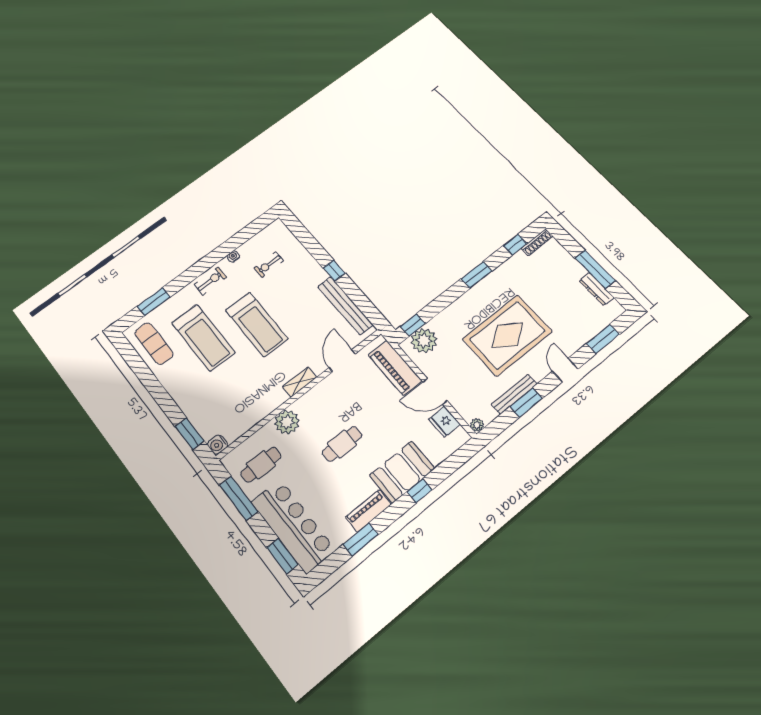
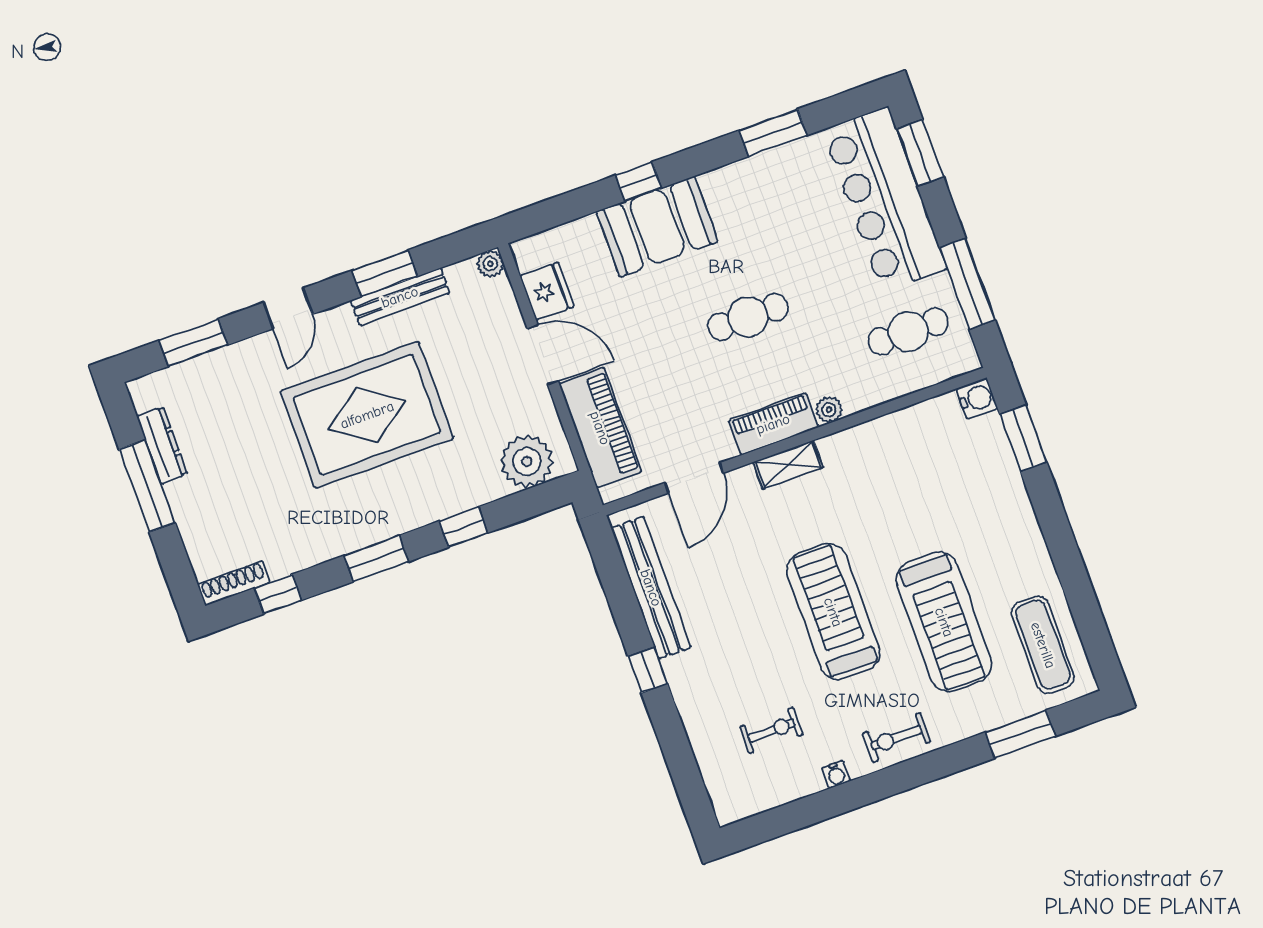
window: (413, 325) -> (464, 527), moved
treadmill: (203, 338) -> (944, 622), turned 180
plant: (287, 422) -> (829, 410), width x0.53, depth x0.53
piano: (368, 511) -> (773, 424), moved, turned 180

